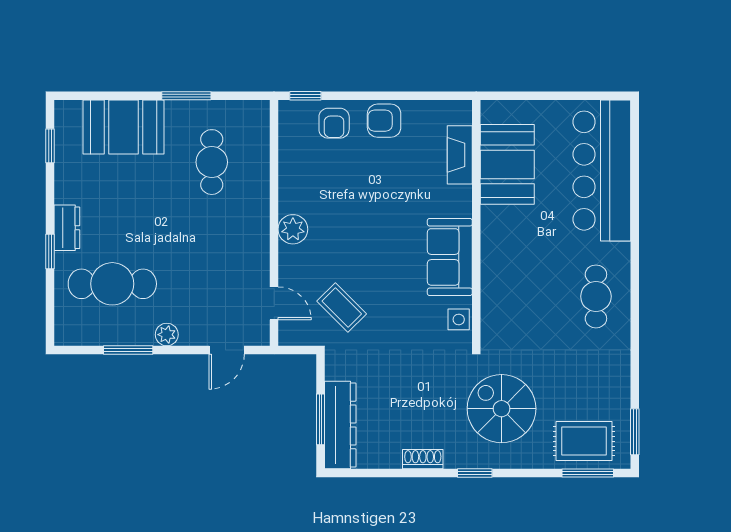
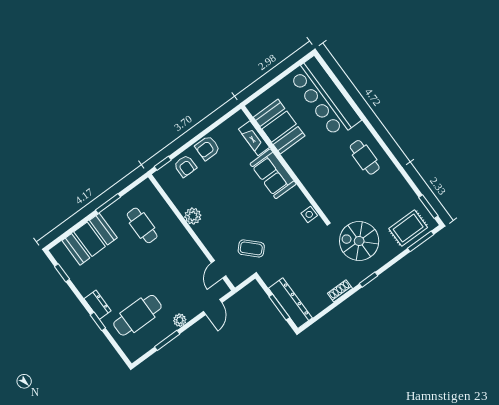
plant: (293, 229) -> (193, 216), moved
sofa: (450, 257) -> (273, 174), moved
door: (274, 303) -> (219, 269), swing flipped

